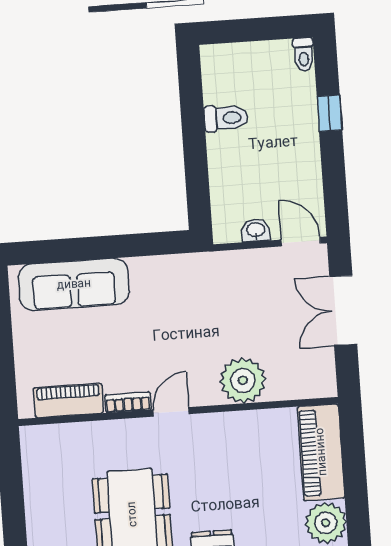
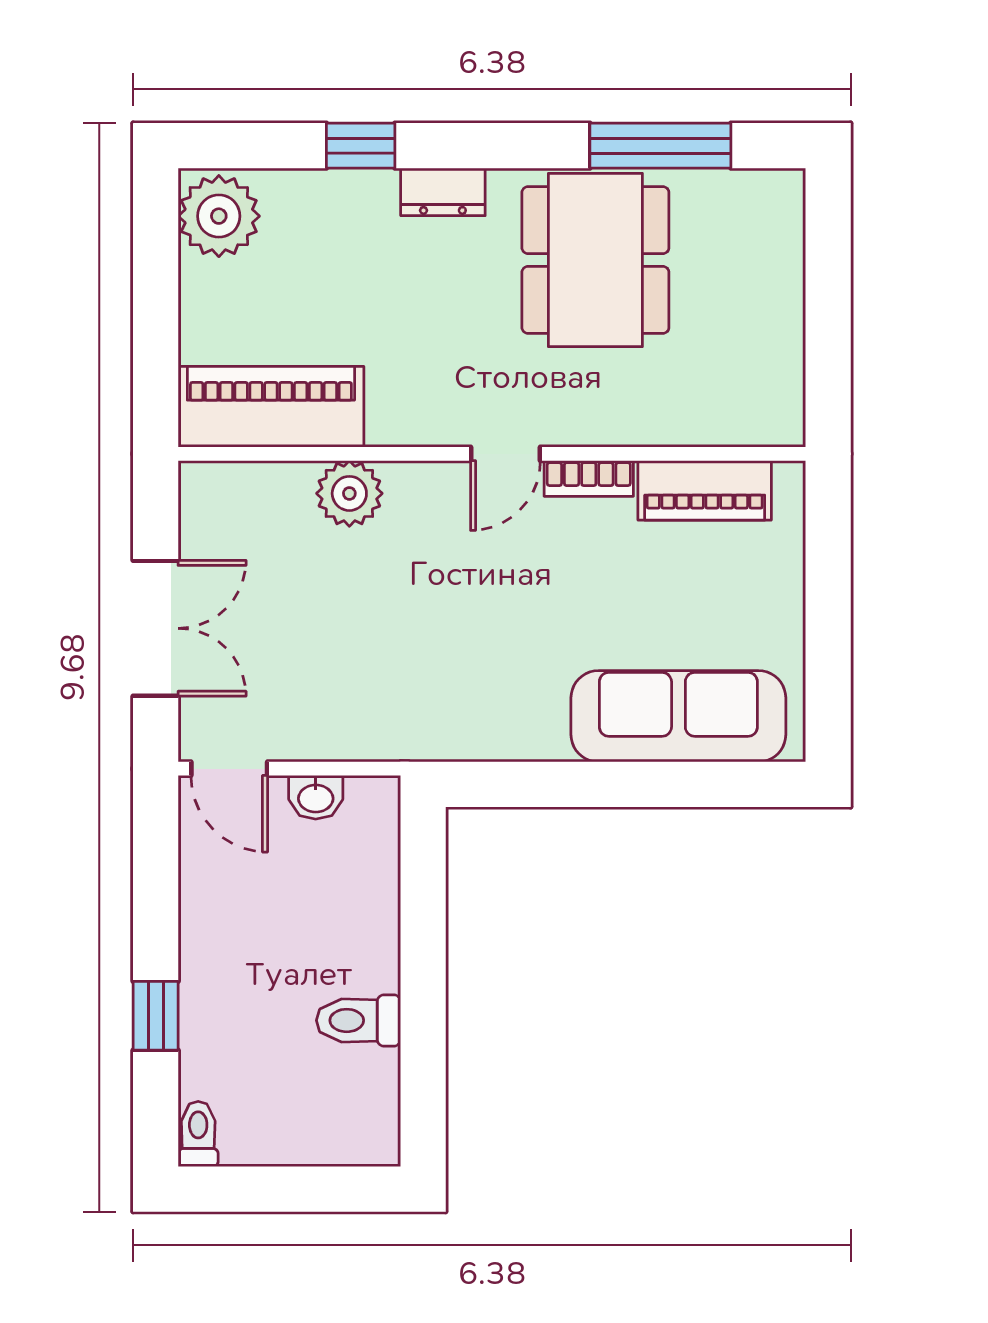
plant: (243, 380) -> (349, 493), width x0.73, depth x0.73
piano: (321, 452) -> (271, 407), moved, turned -90

